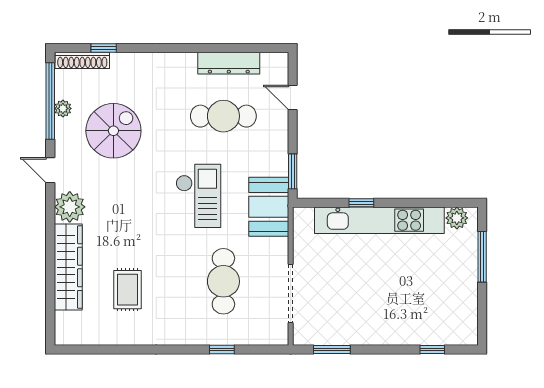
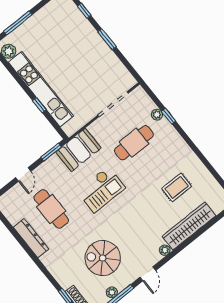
dresser: (229, 63) -> (31, 238), moved
door: (293, 98) -> (23, 174), moved
checkout: (198, 196) -> (101, 189), turned 180
plant: (70, 207) -> (165, 250), width x0.53, depth x0.53
plant: (235, 337) -> (157, 115), added
window: (332, 349) -> (107, 39), moved

